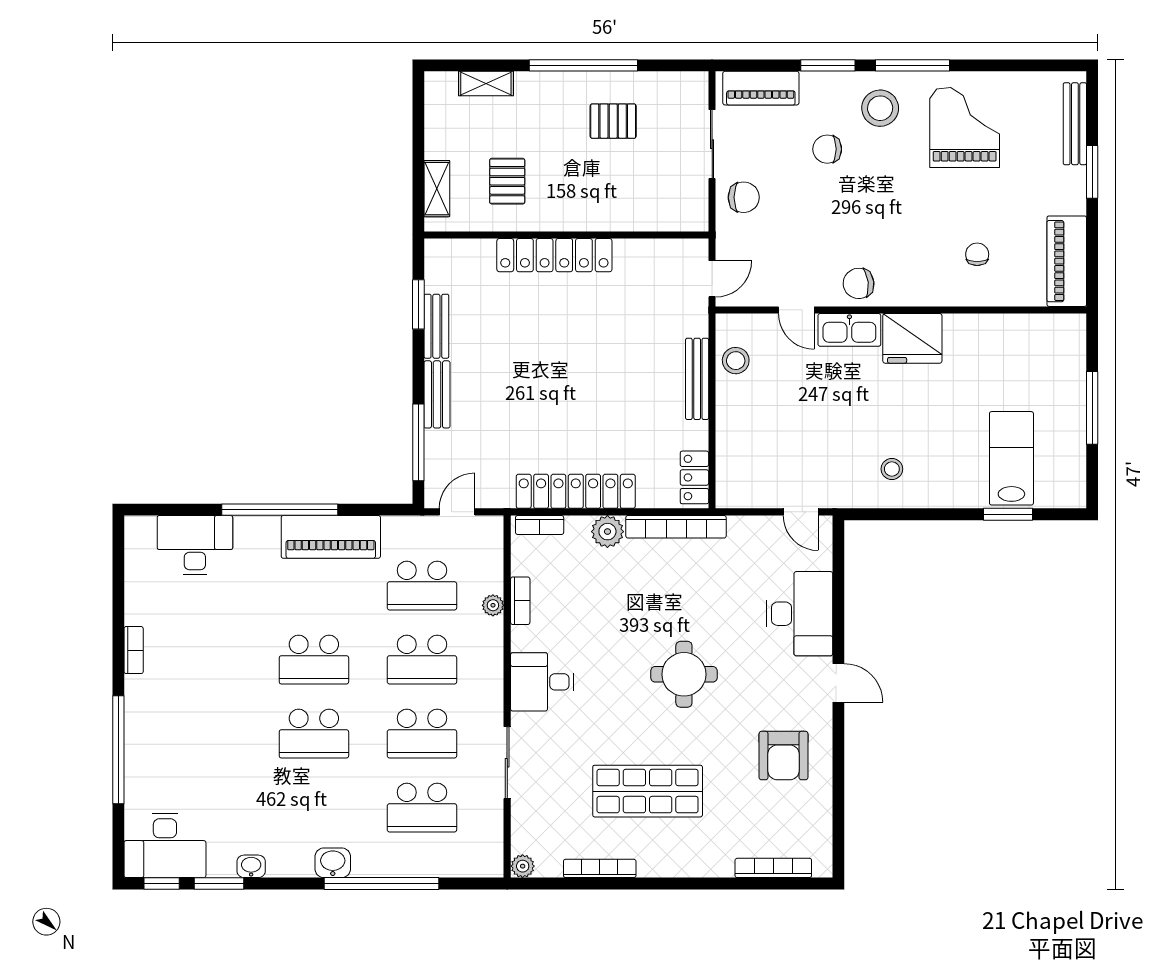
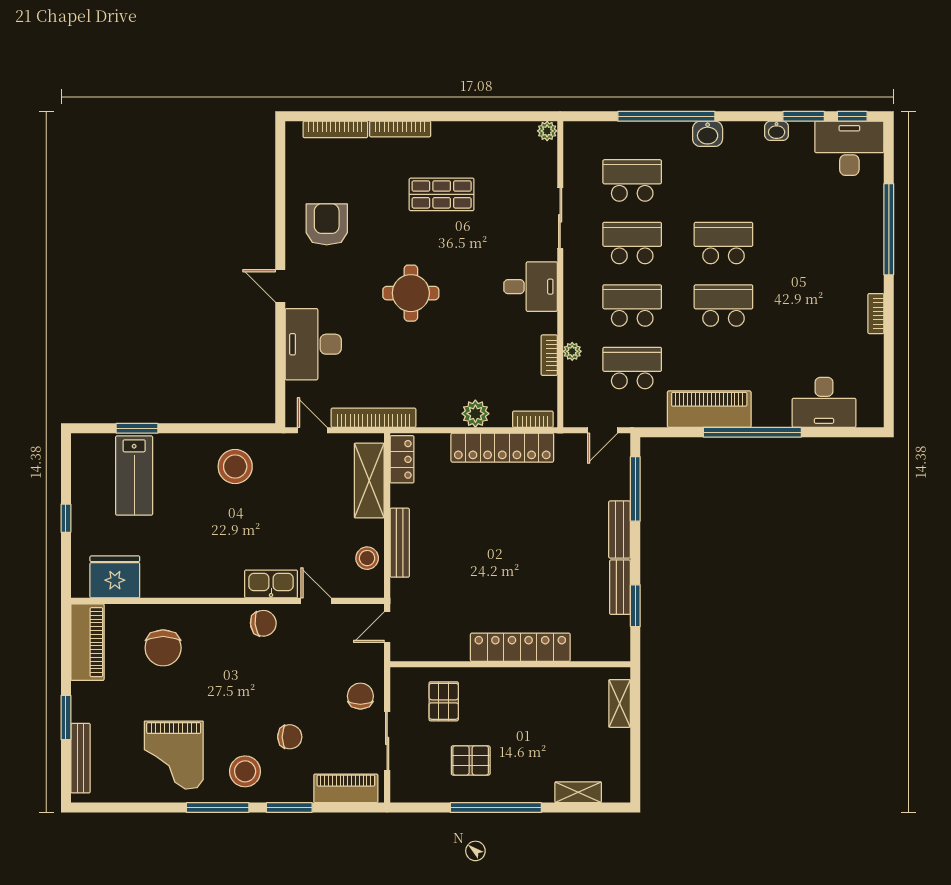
pallet: (507, 181) -> (444, 701), moved
chair: (744, 197) -> (360, 696), turned 90
chair: (977, 254) -> (163, 648), width x1.87, depth x1.87
fridge: (912, 338) -> (115, 577), moved
window: (1092, 408) -> (66, 518), width x0.46
shelving: (733, 452) -> (369, 481), added
stool: (892, 469) -> (235, 467), width x1.89, depth x1.89
bookcase: (676, 527) -> (374, 418), moved
shop shelf: (648, 791) -> (442, 194), width x0.70, depth x0.74
bookcase: (600, 868) -> (400, 129), moved

